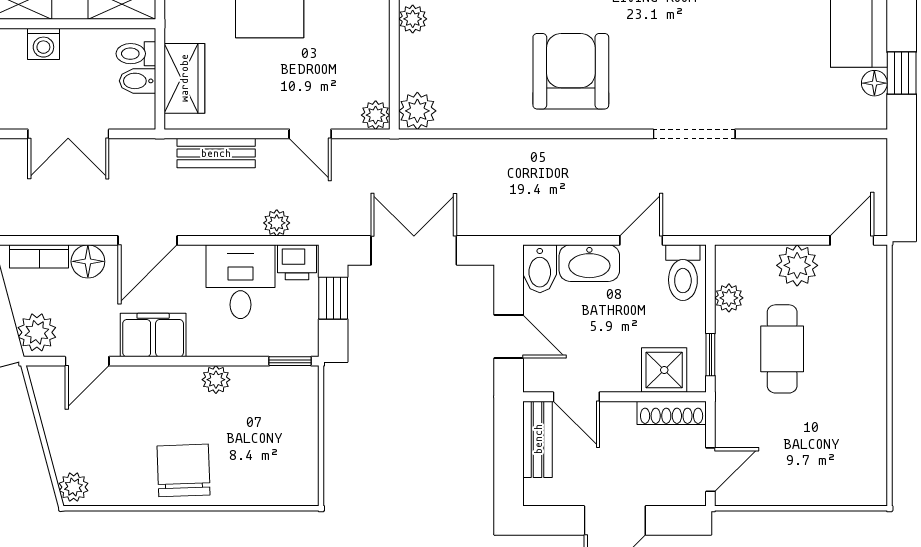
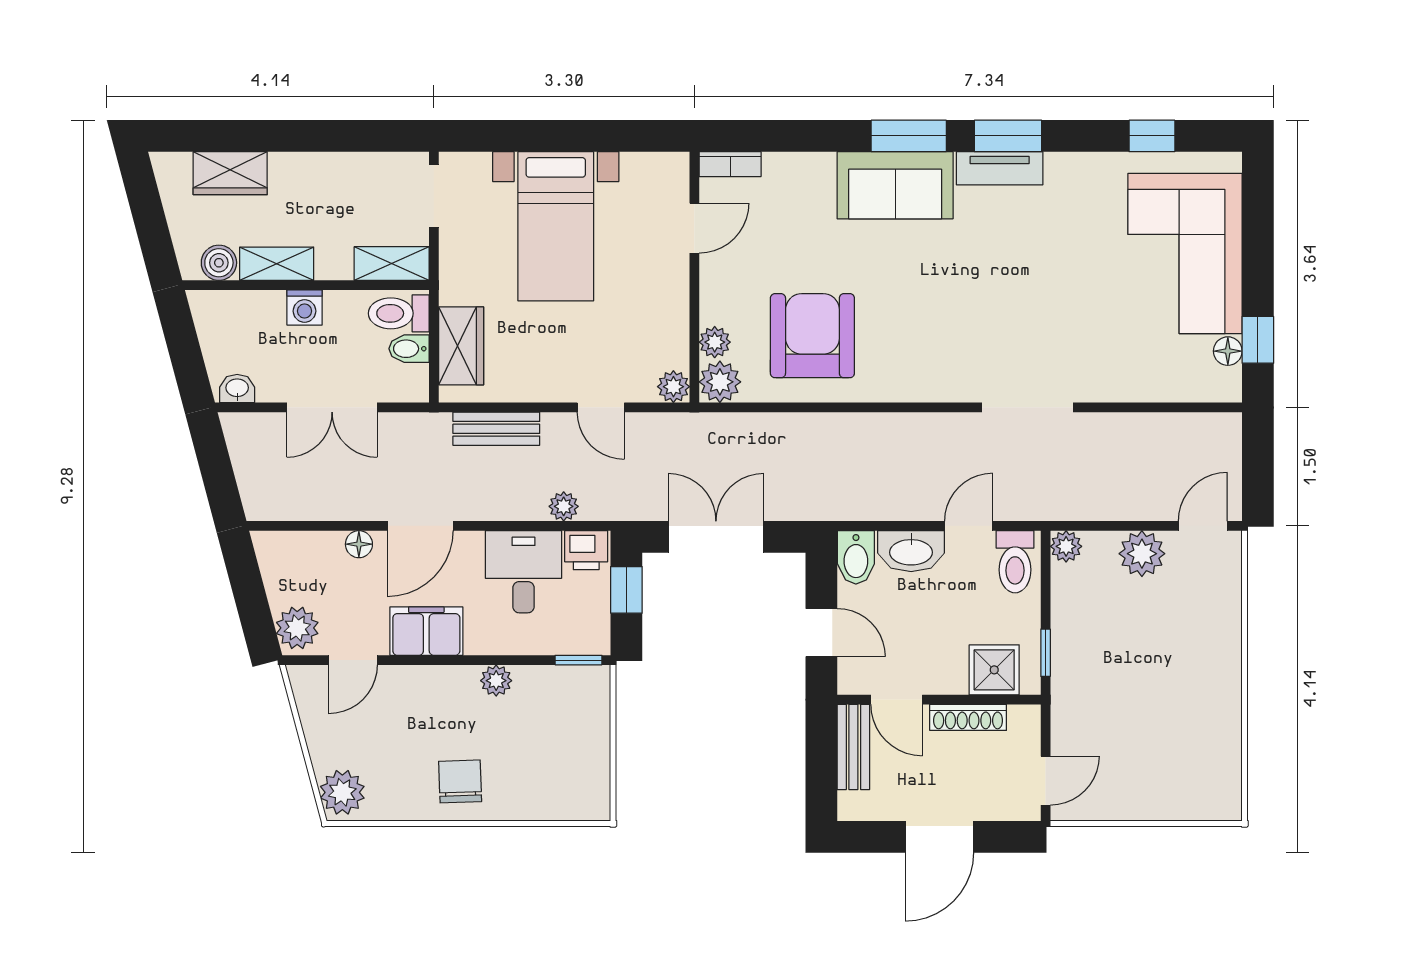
plant: (413, 19) -> (715, 342), moved
toilet: (136, 54) -> (399, 313), width x1.37, depth x1.39
armchair: (571, 71) -> (812, 336), moved
bookcase: (39, 256) -> (300, 544), removed
floor lamp: (88, 261) -> (359, 544), width x0.73, depth x0.73
plant: (729, 298) -> (1066, 546), moved
cafe table: (782, 349) -> (1125, 646), removed
shoe rack: (672, 413) -> (968, 717), moved
chair: (184, 470) -> (460, 781), width x0.73, depth x0.73
plant: (74, 487) -> (342, 792), width x1.38, depth x1.38

